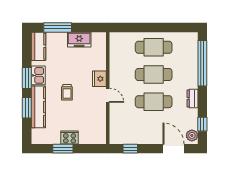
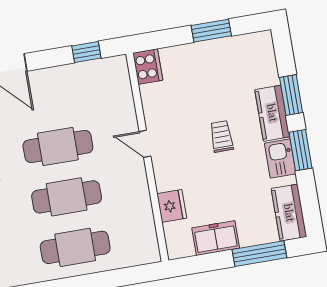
fridge: (99, 79) -> (172, 206), moved
kitchen counter: (38, 107) -> (272, 113), width x0.67
cooker: (70, 138) -> (148, 67), moved, turned -90

